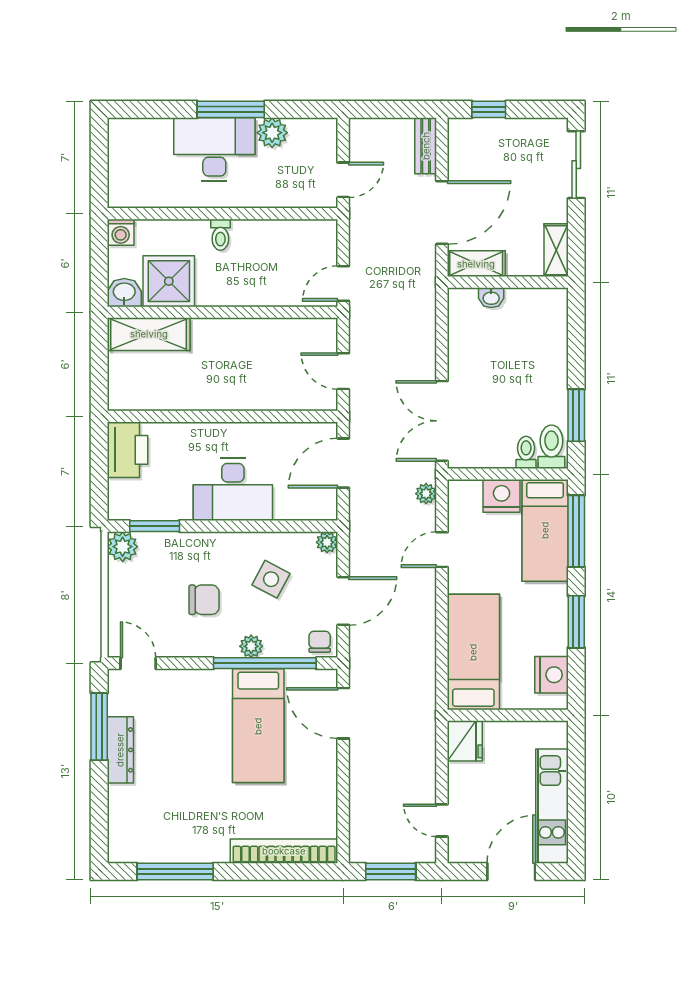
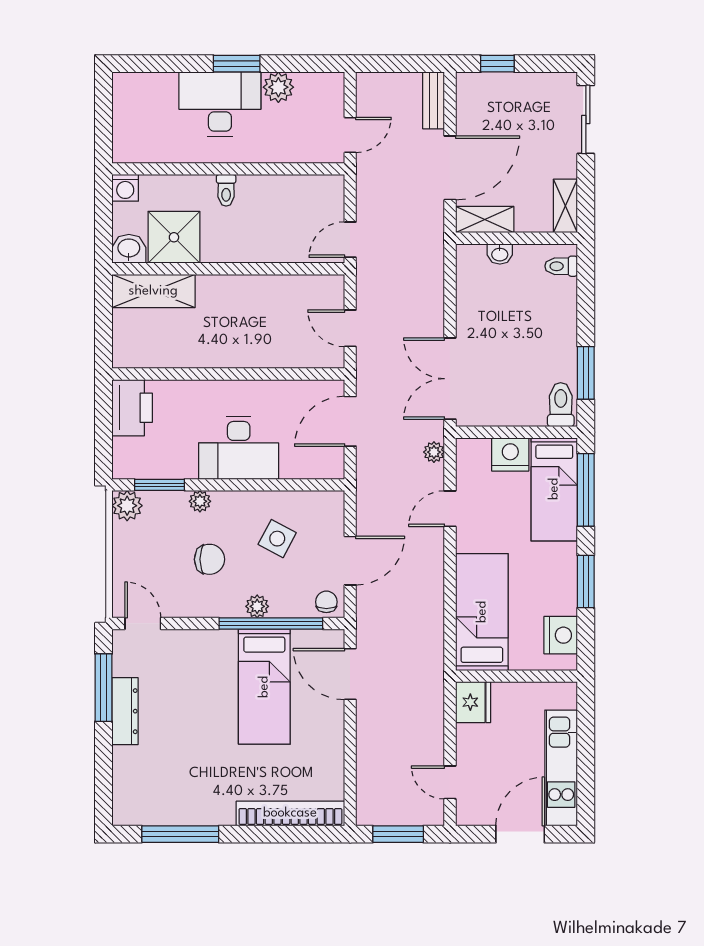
window: (231, 109) -> (237, 64), width x0.69
toilet: (526, 452) -> (561, 266), moved, turned -90
plant: (327, 542) -> (200, 501), moved

